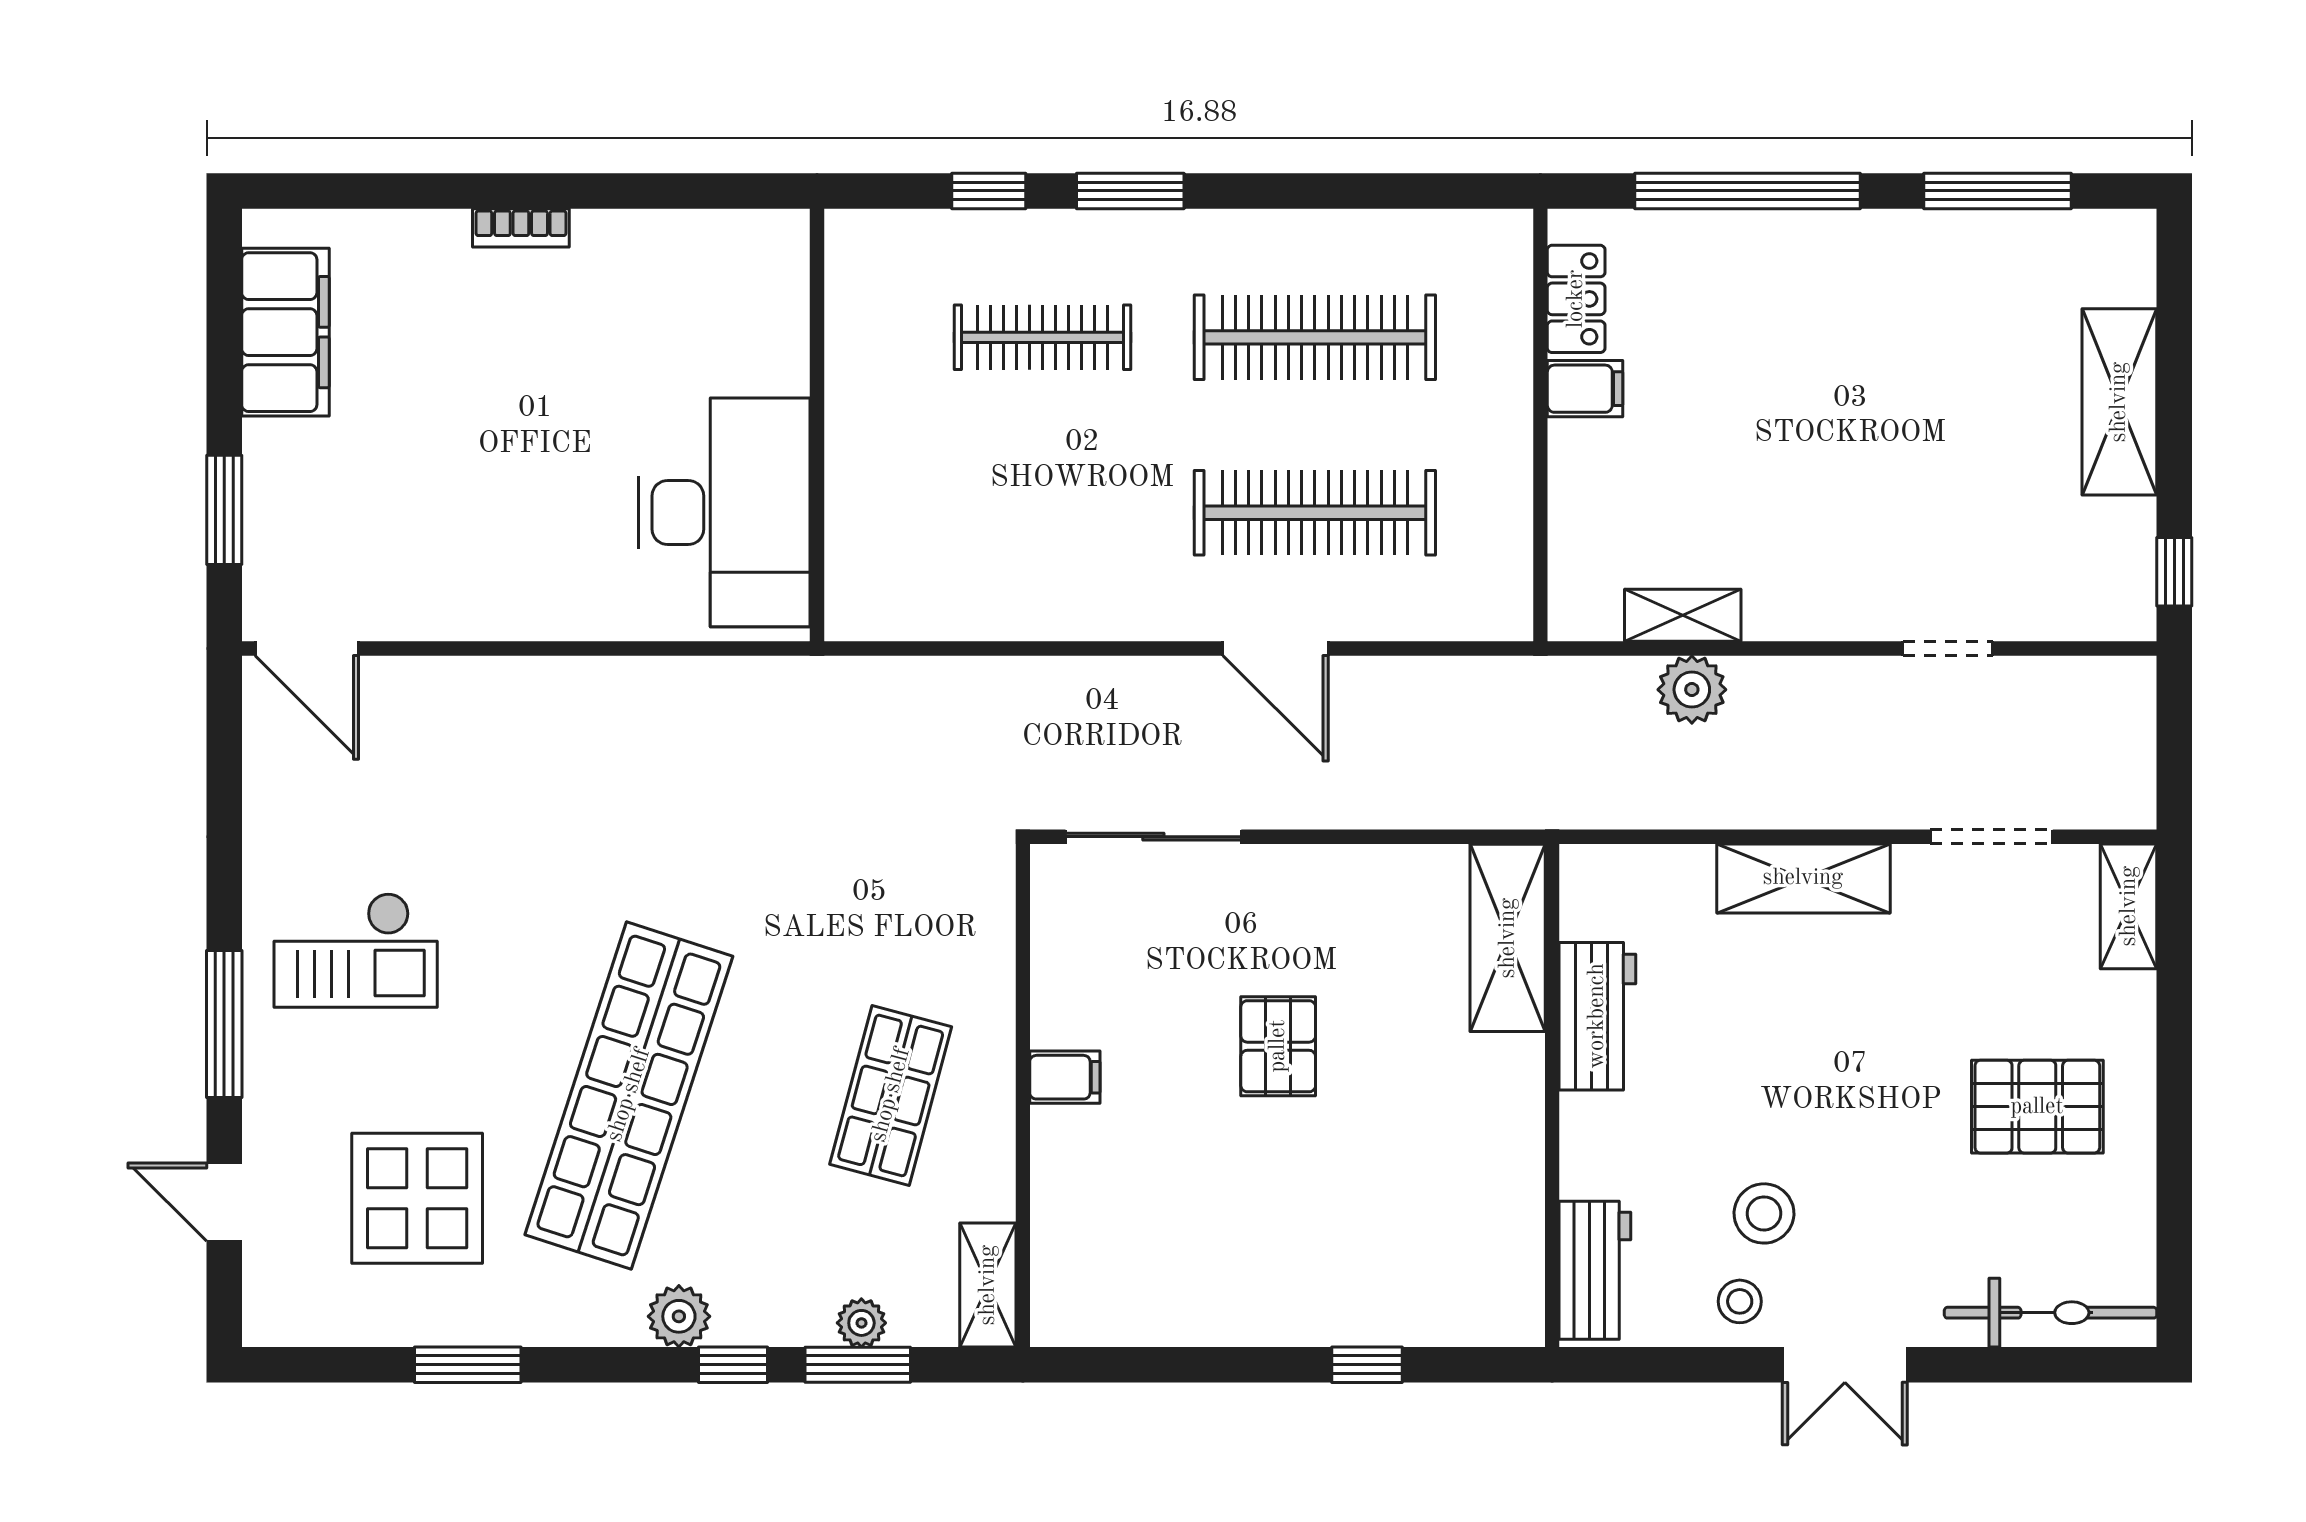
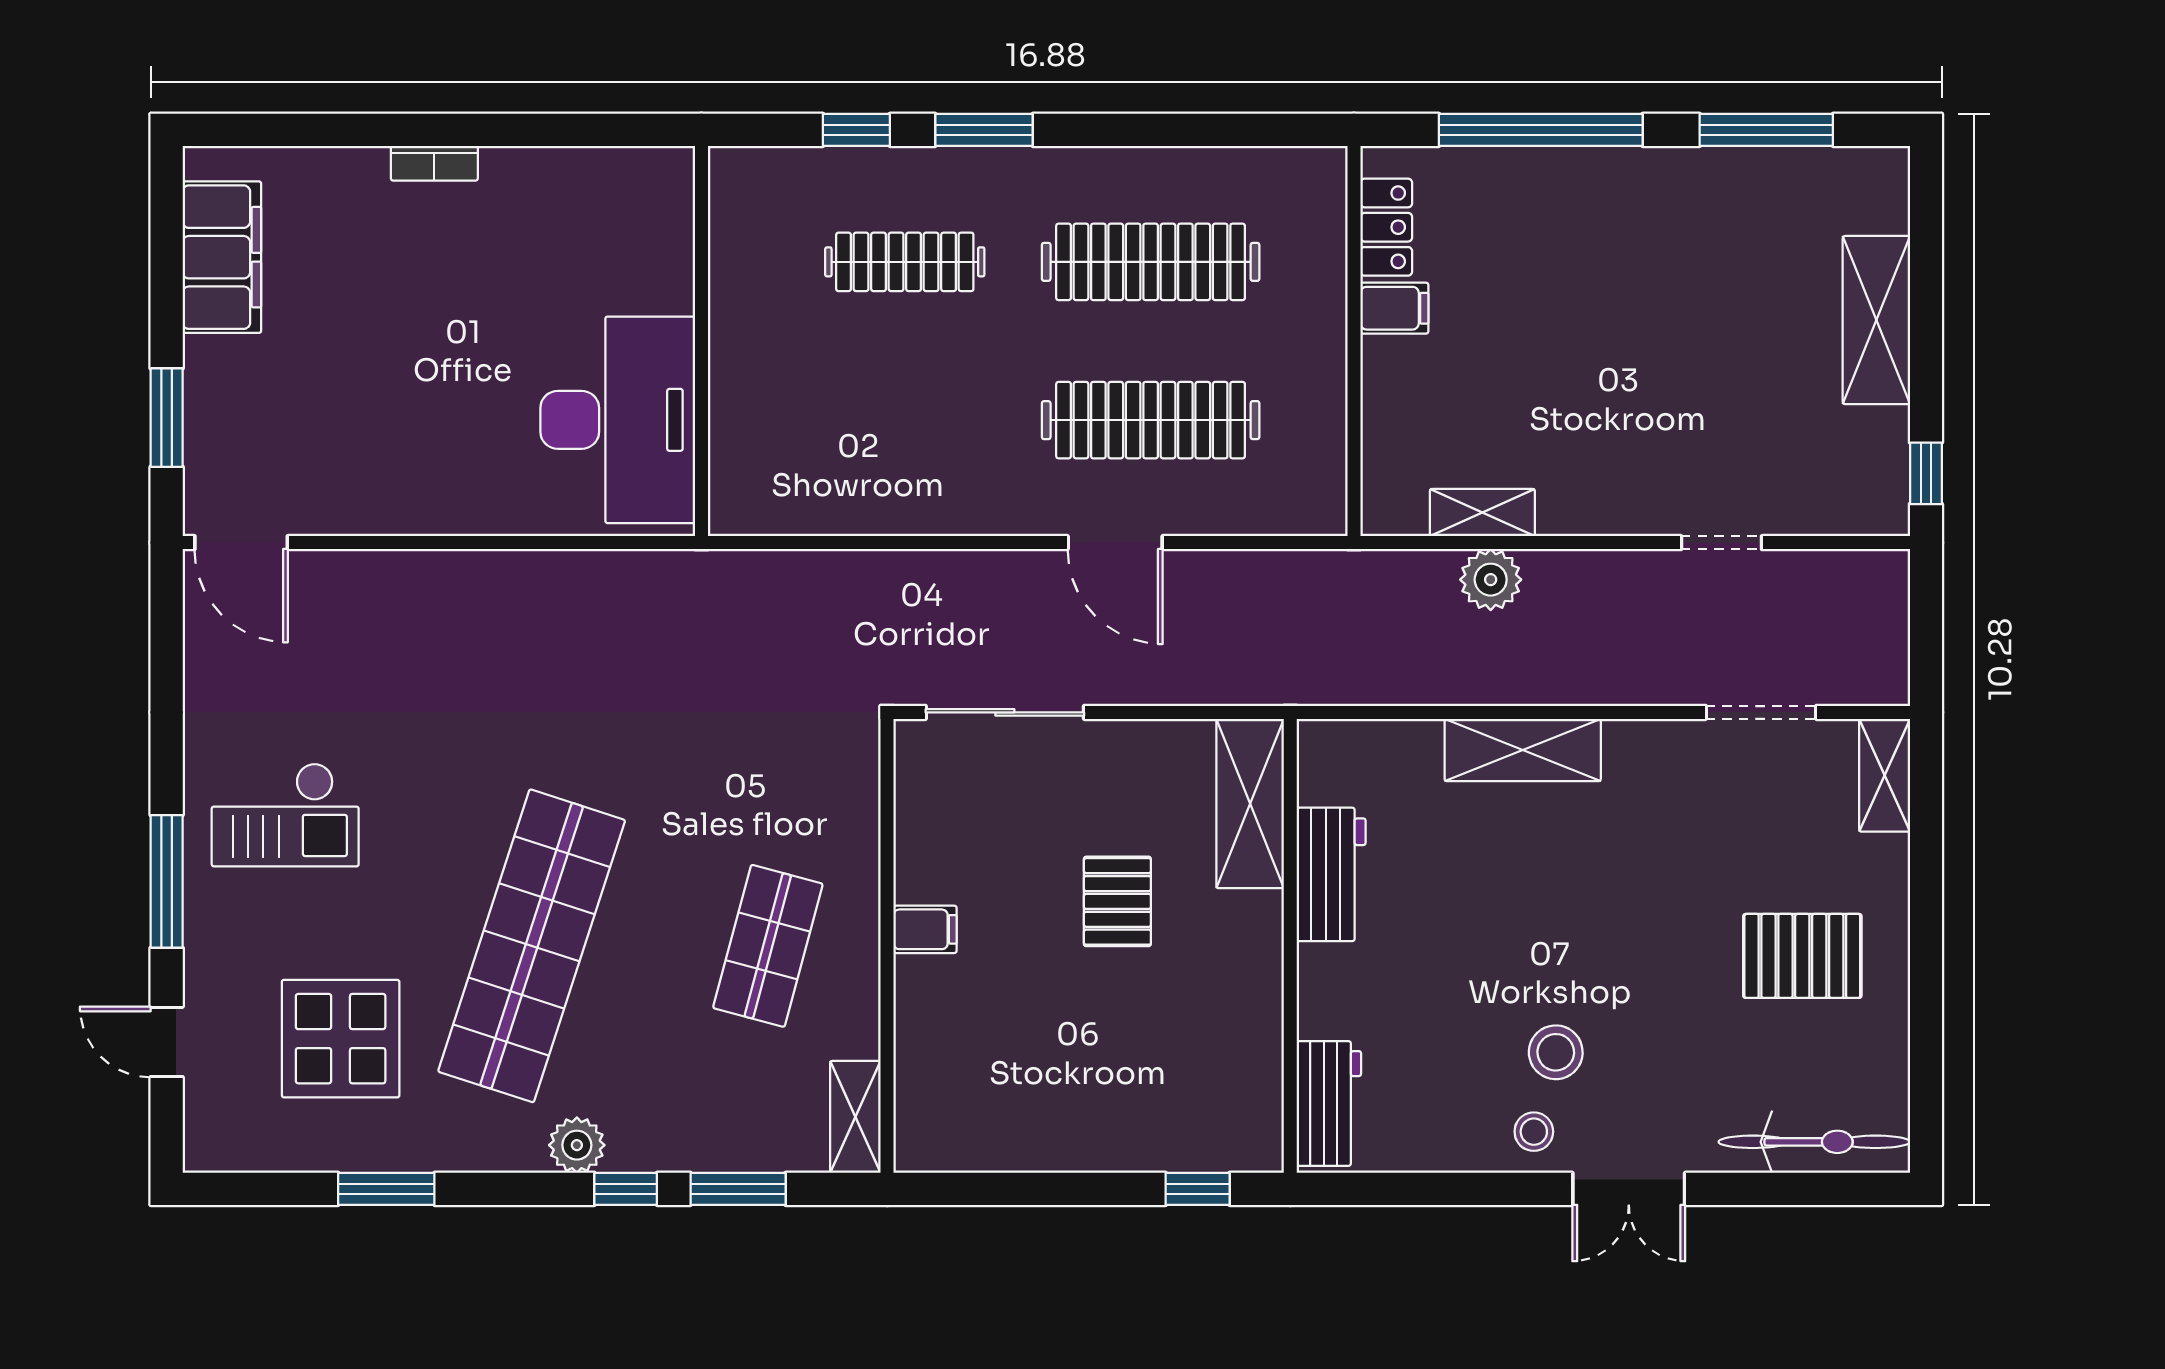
shelving: (1803, 878) -> (1523, 750), moved
shelving: (1508, 938) -> (1250, 804), moved
workbench: (1597, 1016) -> (1331, 874), moved
wall: (1552, 1095) -> (1290, 946), moved
workbench: (1595, 1270) -> (1329, 1103), moved
plant: (861, 1323) -> (742, 1151), removed

